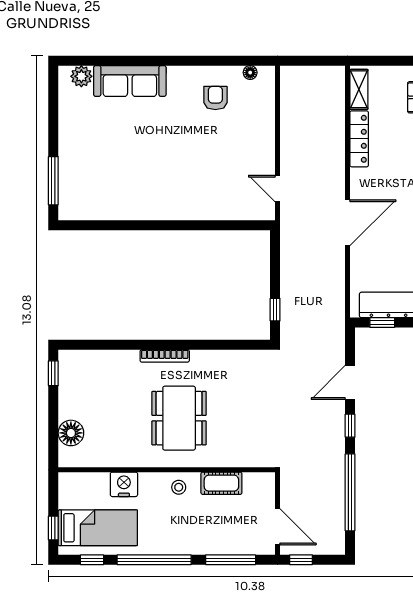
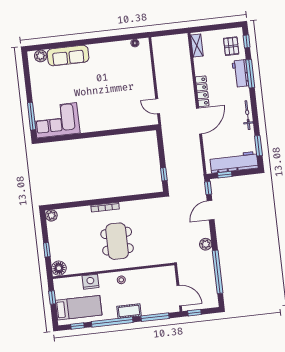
armchair: (215, 98) -> (117, 60), removed
locker: (359, 139) -> (202, 91), moved
corner sofa: (97, 193) -> (57, 120), added
plant: (68, 360) -> (51, 215), added
window: (53, 373) -> (47, 250), moved
window: (350, 426) -> (208, 188), moved
floor lamp: (71, 433) -> (59, 268), moved
plant: (335, 441) -> (206, 244), added
cot: (221, 483) -> (129, 311), moved
window: (53, 528) -> (52, 298), moved

